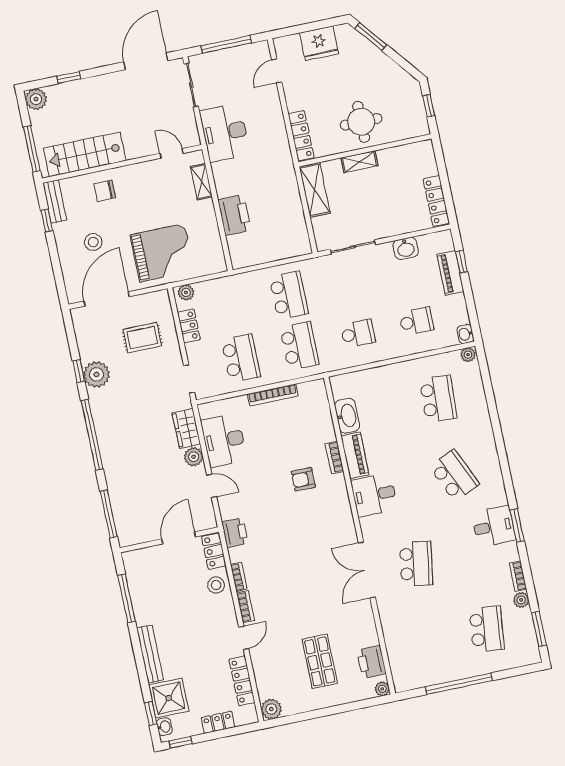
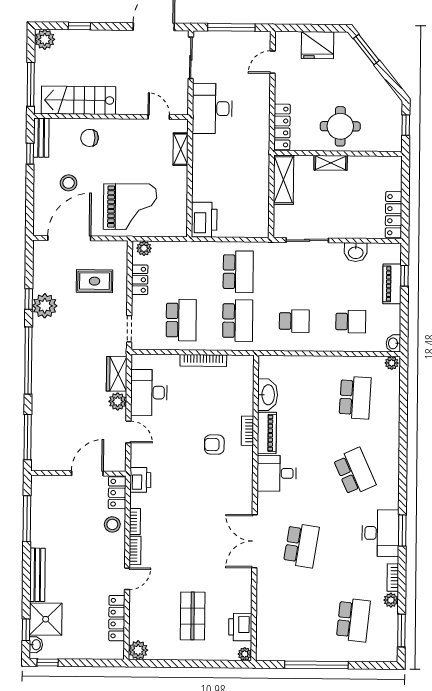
printer: (234, 215) -> (204, 220), moved
desk: (494, 526) -> (380, 533), width x1.37
locker: (218, 722) -> (86, 652), removed

